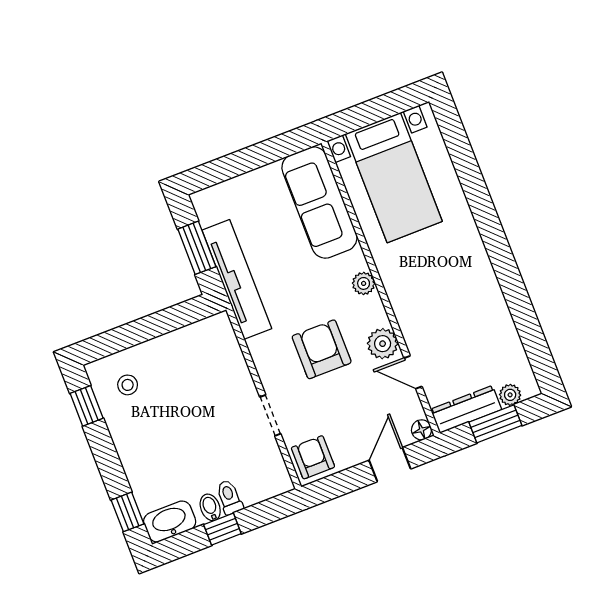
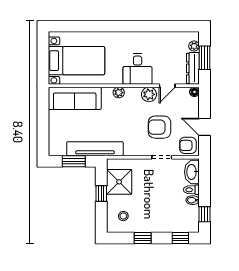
desk: (423, 302) -> (138, 69), added
window: (155, 325) -> (101, 194), added
armchair: (322, 349) -> (159, 127), moved
shower: (191, 351) -> (119, 182), added
window: (87, 406) -> (143, 238), moved
door: (390, 465) -> (205, 127), moved
washbasin: (170, 521) -> (192, 172), moved
window: (222, 529) -> (205, 214), moved

